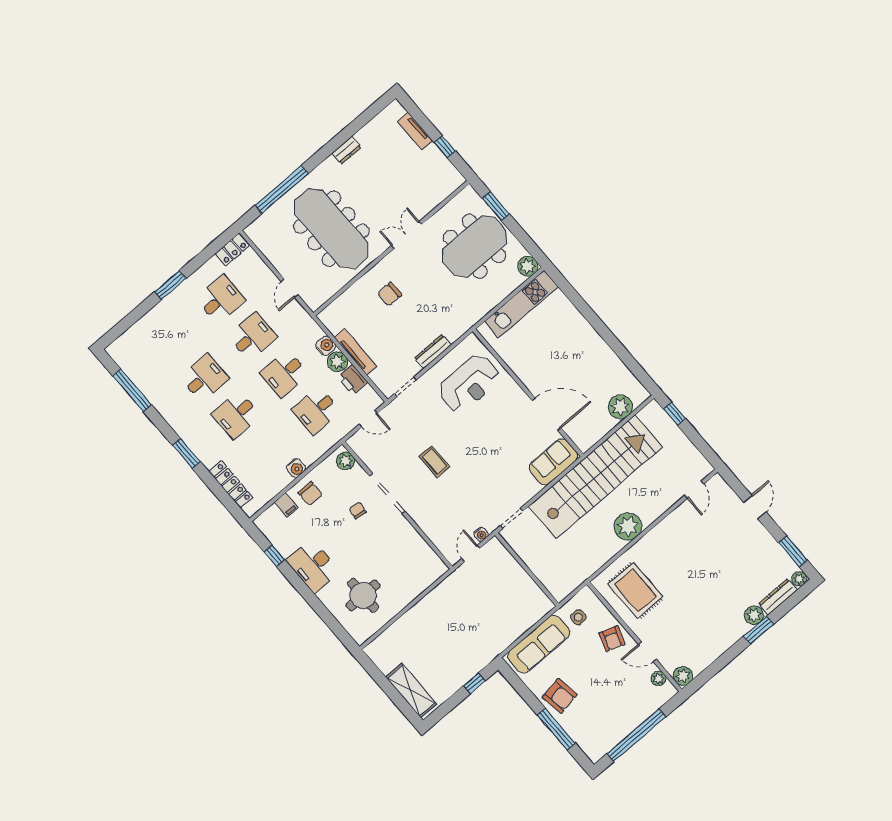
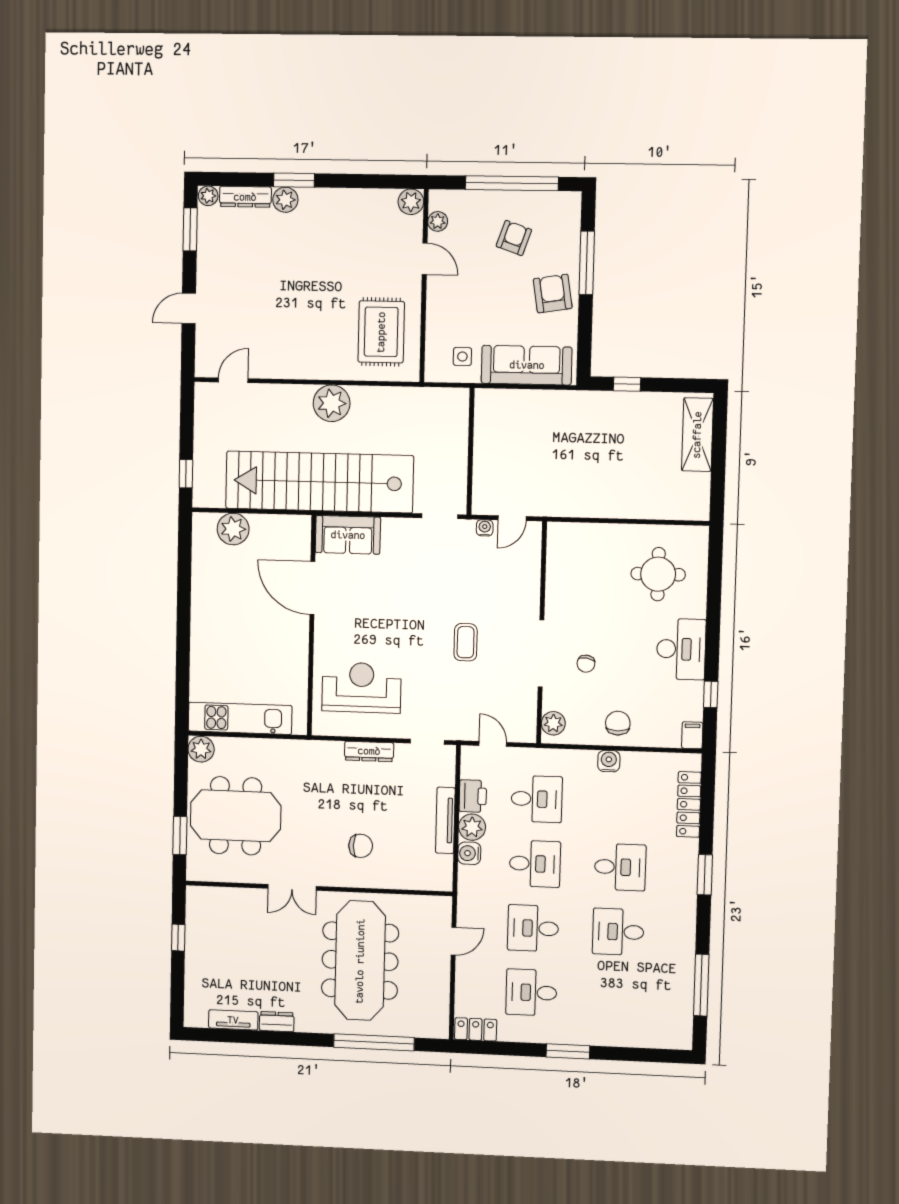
tv unit: (415, 131) -> (233, 1020), moved, turned -90
filing cabinet: (286, 505) -> (692, 735), moved
armchair: (612, 639) -> (514, 238), moved

